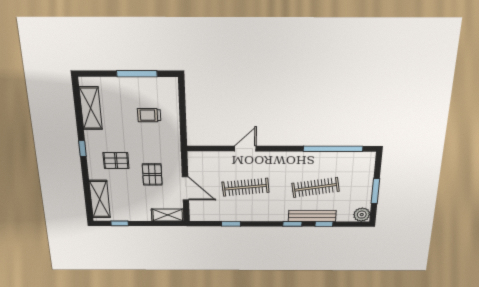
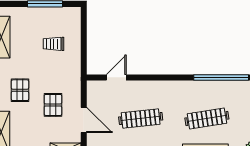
door: (245, 149) -> (116, 77), moved
pallet: (116, 161) -> (20, 90), turned 90

